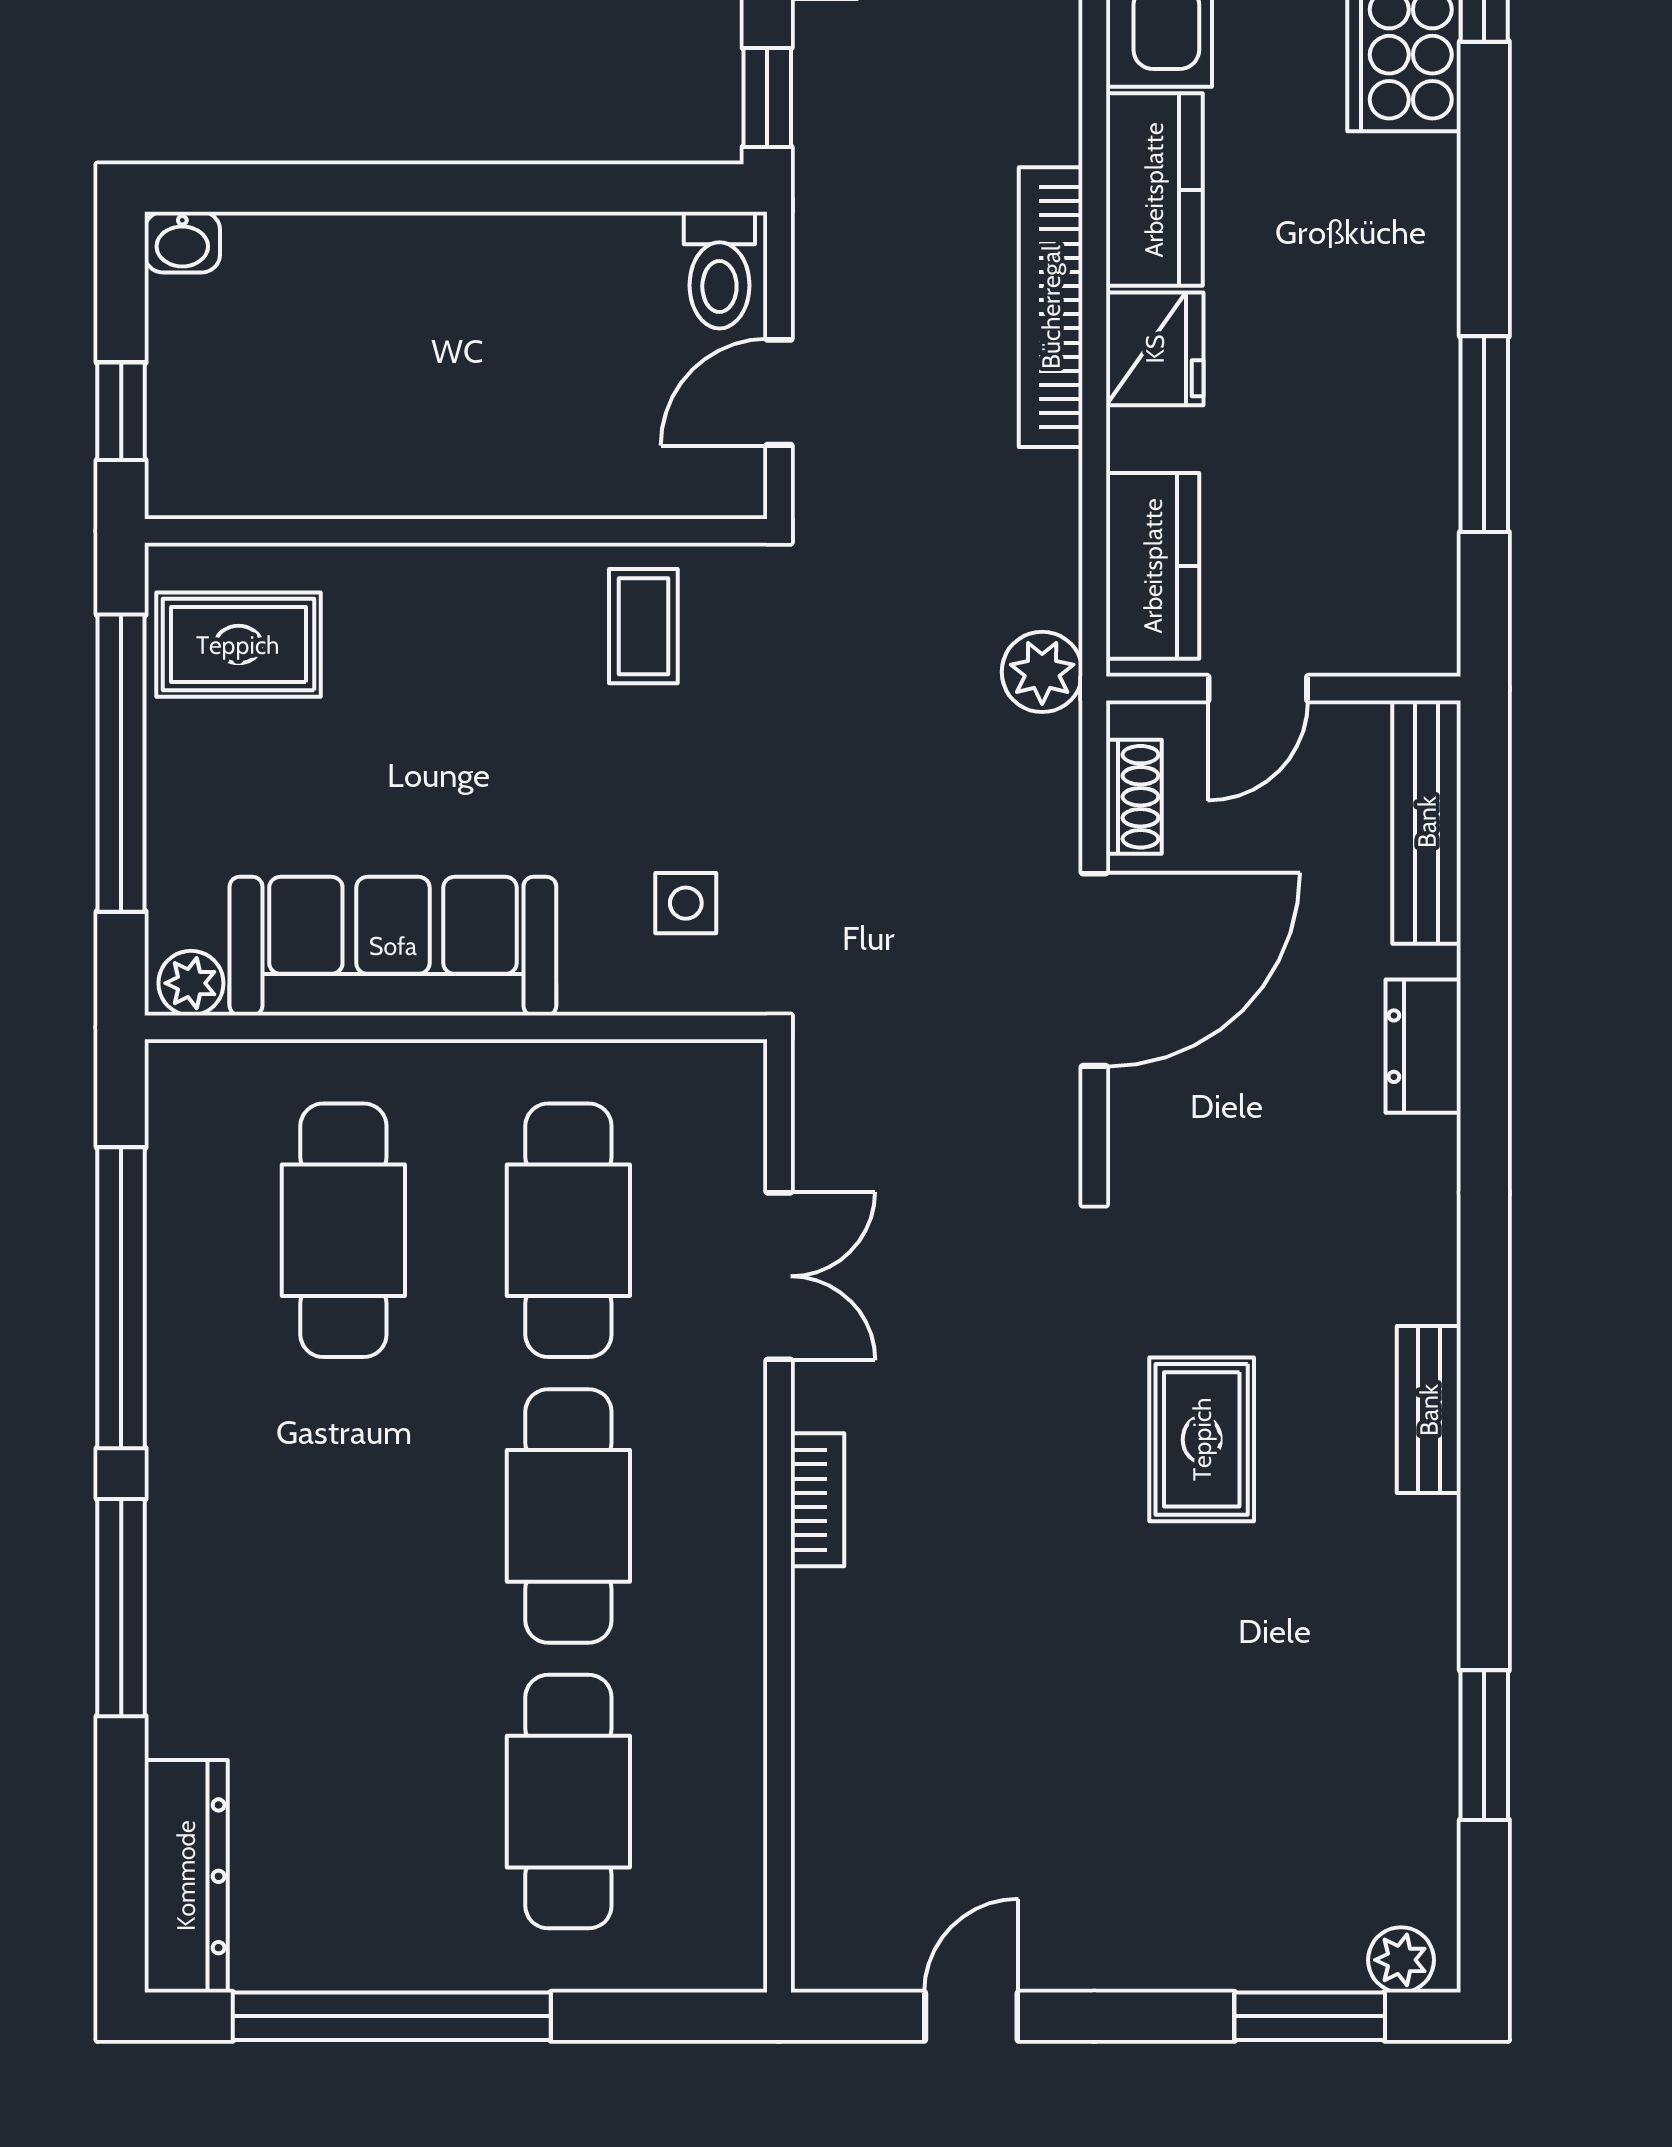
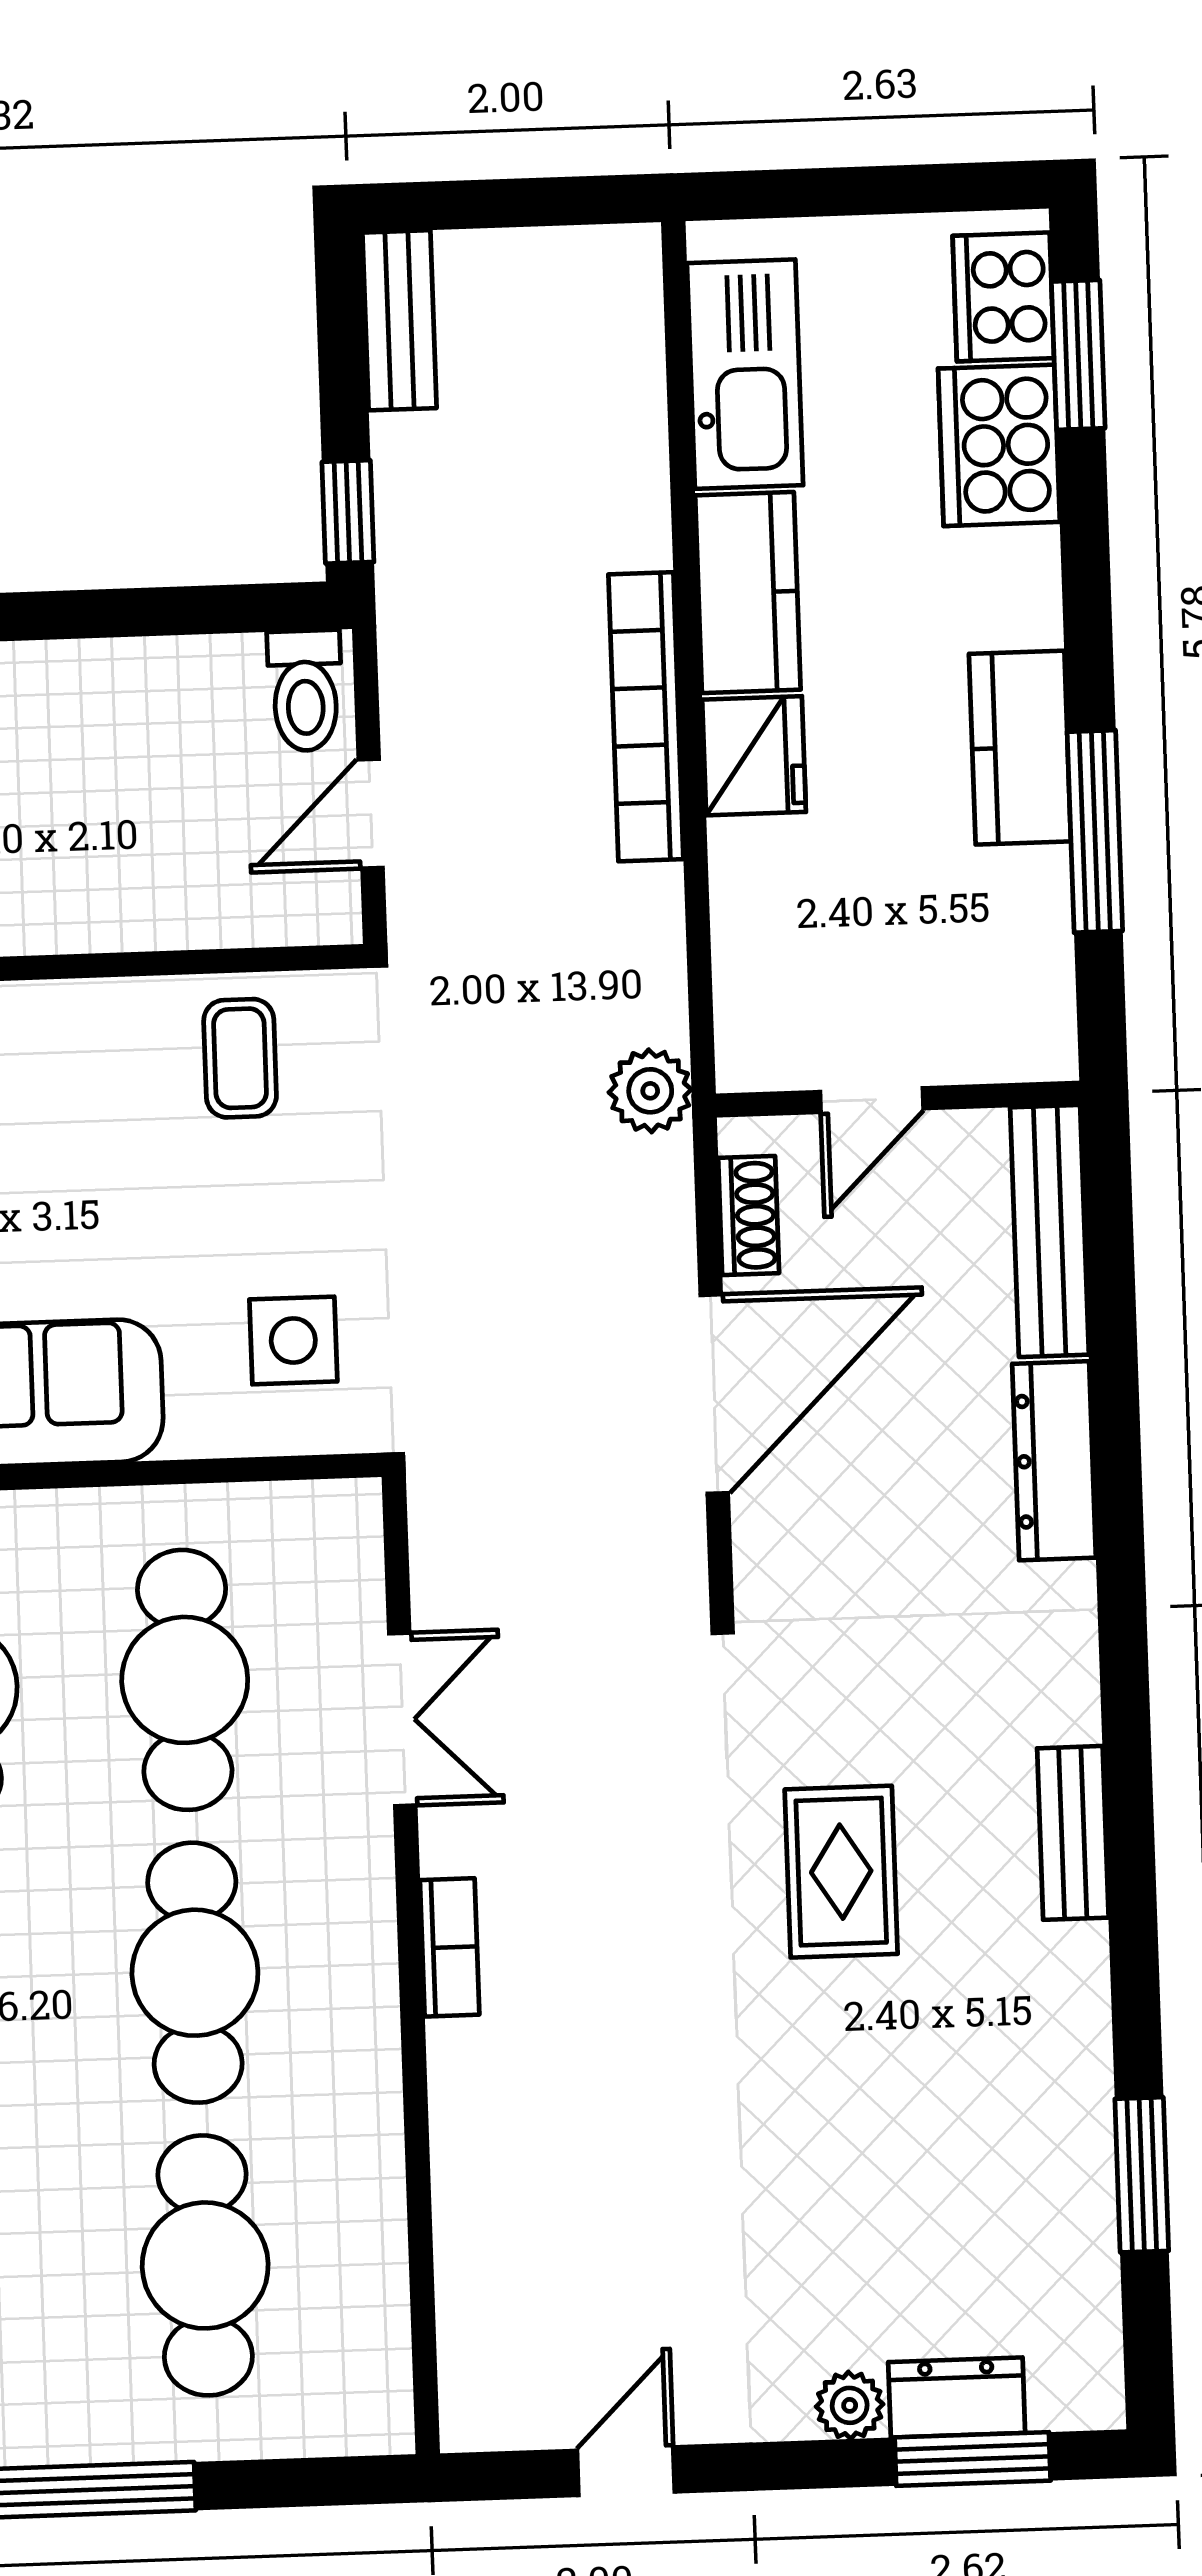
kitchen counter: (1153, 566) -> (1020, 748), moved, turned 180
side table: (686, 903) -> (293, 1340), width x1.37, depth x1.37
dresser: (1423, 1046) -> (1054, 1461), width x1.44
dresser: (1296, 1956) -> (957, 2397), added
plant: (1401, 1960) -> (850, 2405), moved

